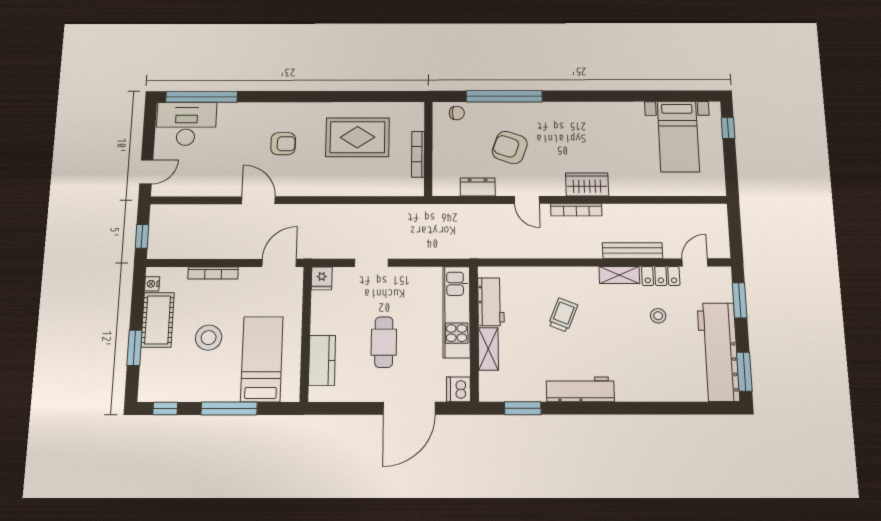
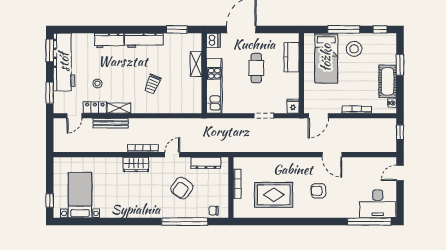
armchair: (510, 148) -> (182, 188), turned 107
dresser: (478, 187) -> (206, 163), width x1.44
door: (527, 200) -> (172, 155), hinge flipped
workbench: (491, 302) -> (109, 41), moved, turned -90
stool: (209, 338) -> (354, 49), moved

